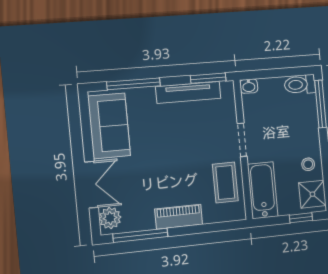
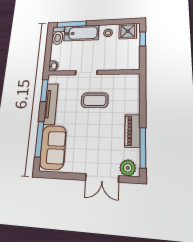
sofa: (109, 126) -> (53, 147), moved, turned 90
coffee table: (225, 182) -> (95, 100), moved
double door: (92, 185) -> (102, 178), swing flipped
bathtub: (263, 190) -> (81, 33), moved, turned 180
piano: (179, 217) -> (132, 131), moved

